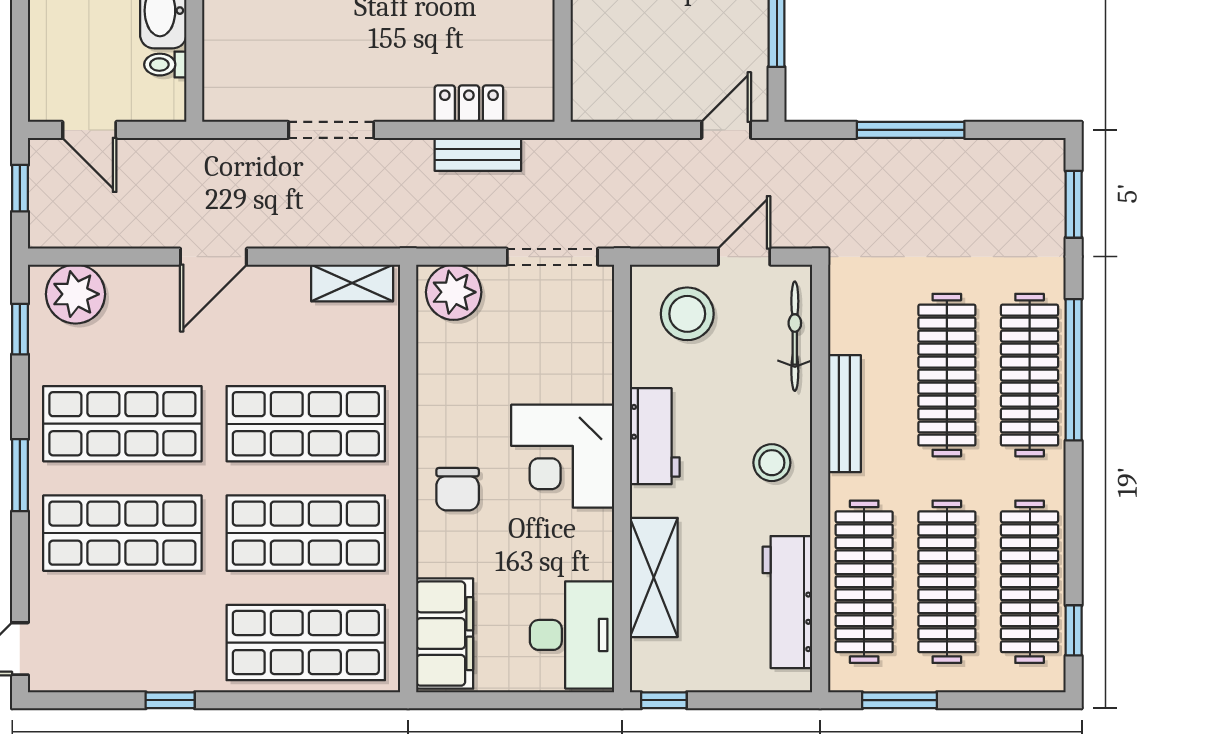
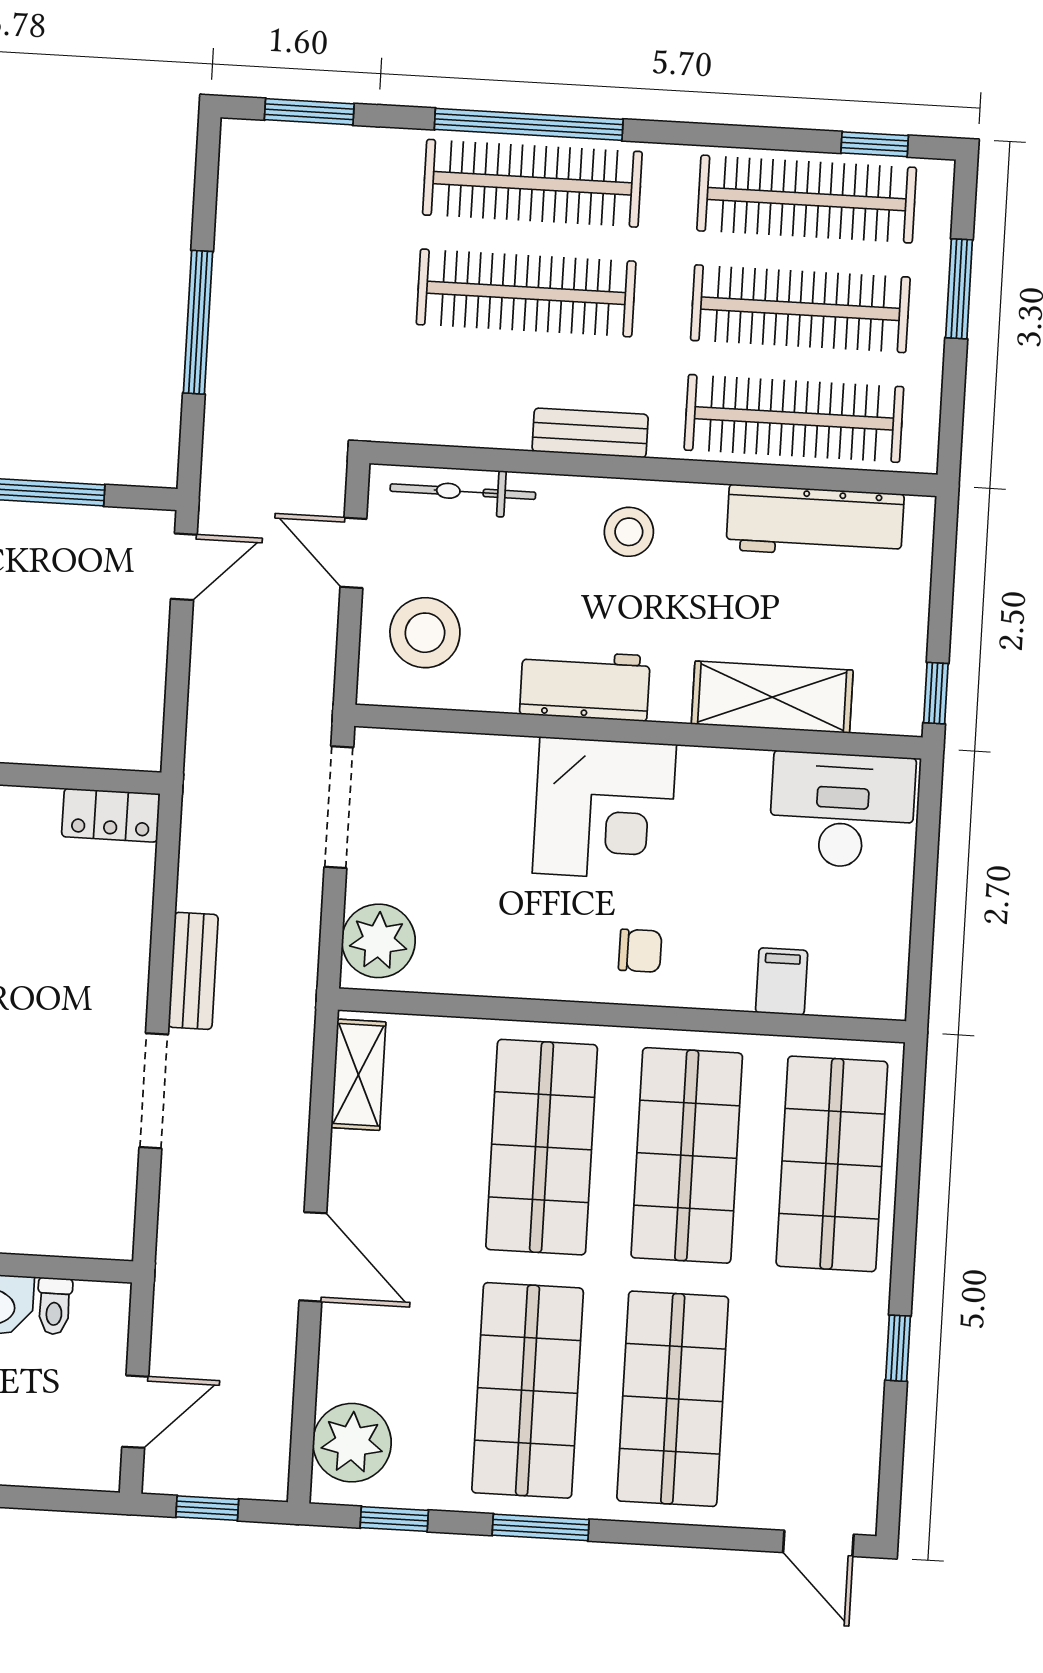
locker: (469, 104) -> (111, 815), moved, turned -90
door: (726, 130) -> (184, 567), swing flipped
bench: (478, 154) -> (193, 971), moved
bench: (844, 414) -> (590, 433), width x0.73
window: (20, 475) -> (541, 1527), moved
chair: (458, 489) -> (640, 951), width x0.73, depth x0.73
filing cabinet: (445, 634) -> (782, 982), width x0.33, depth x0.86
window: (899, 700) -> (959, 289), moved

